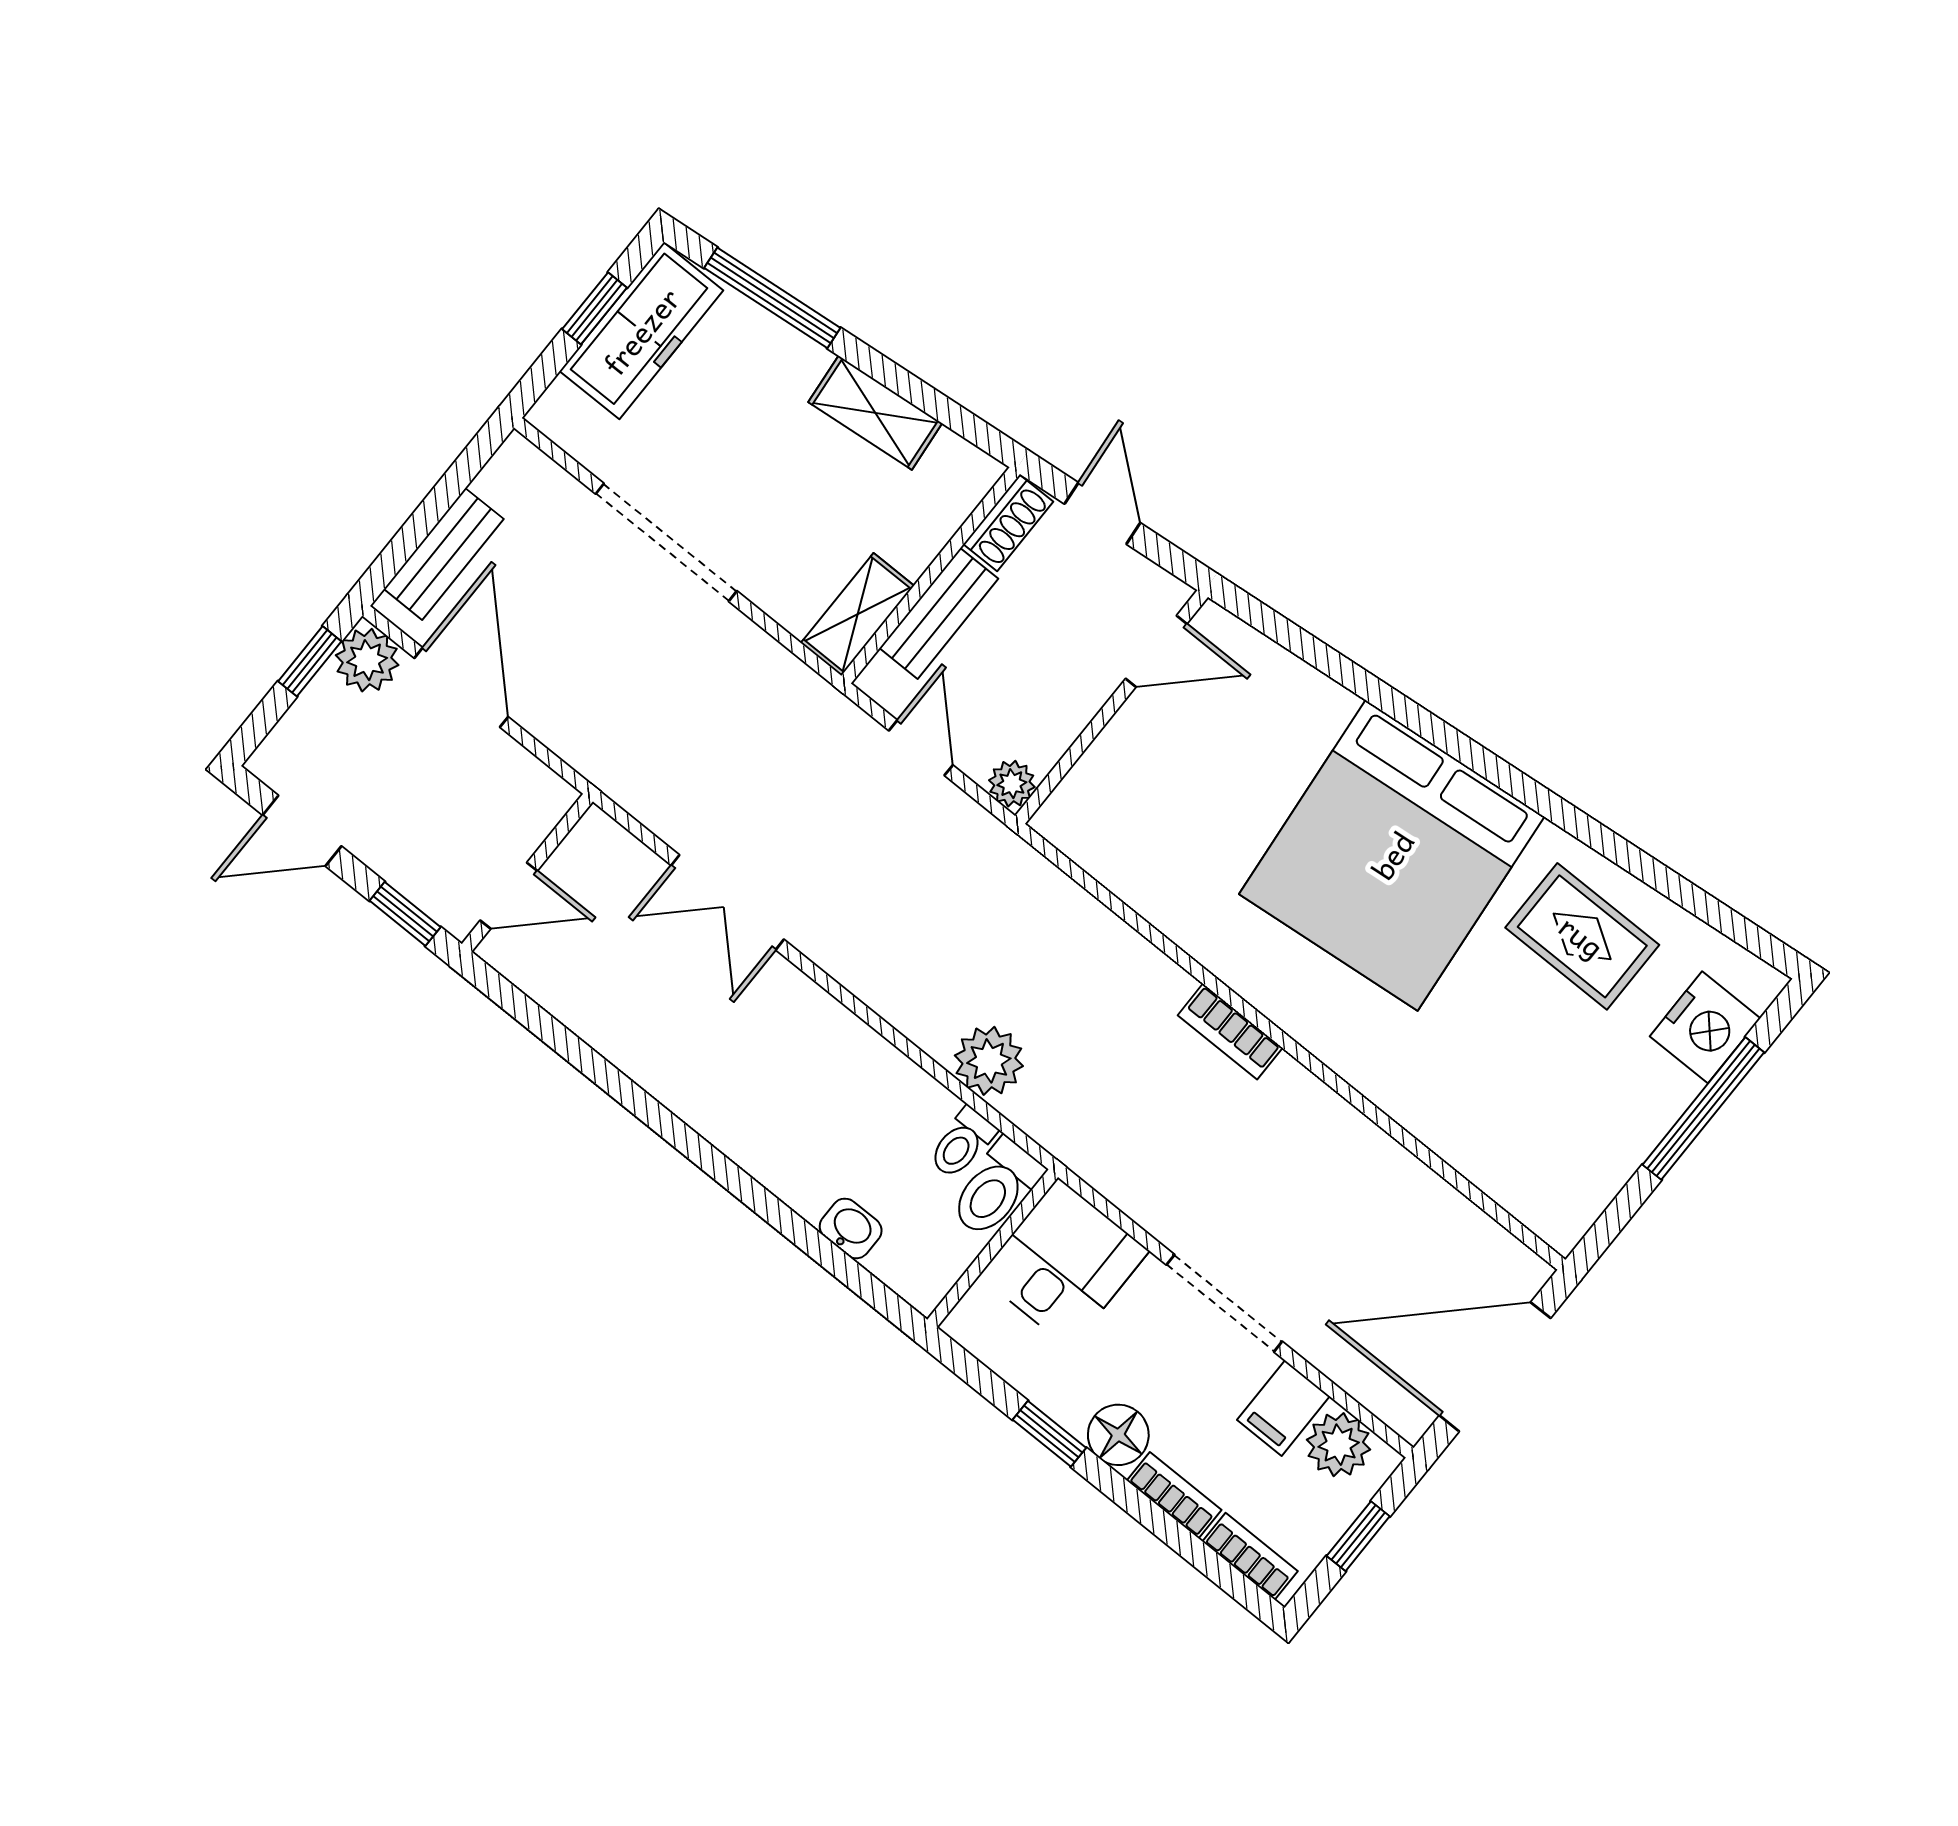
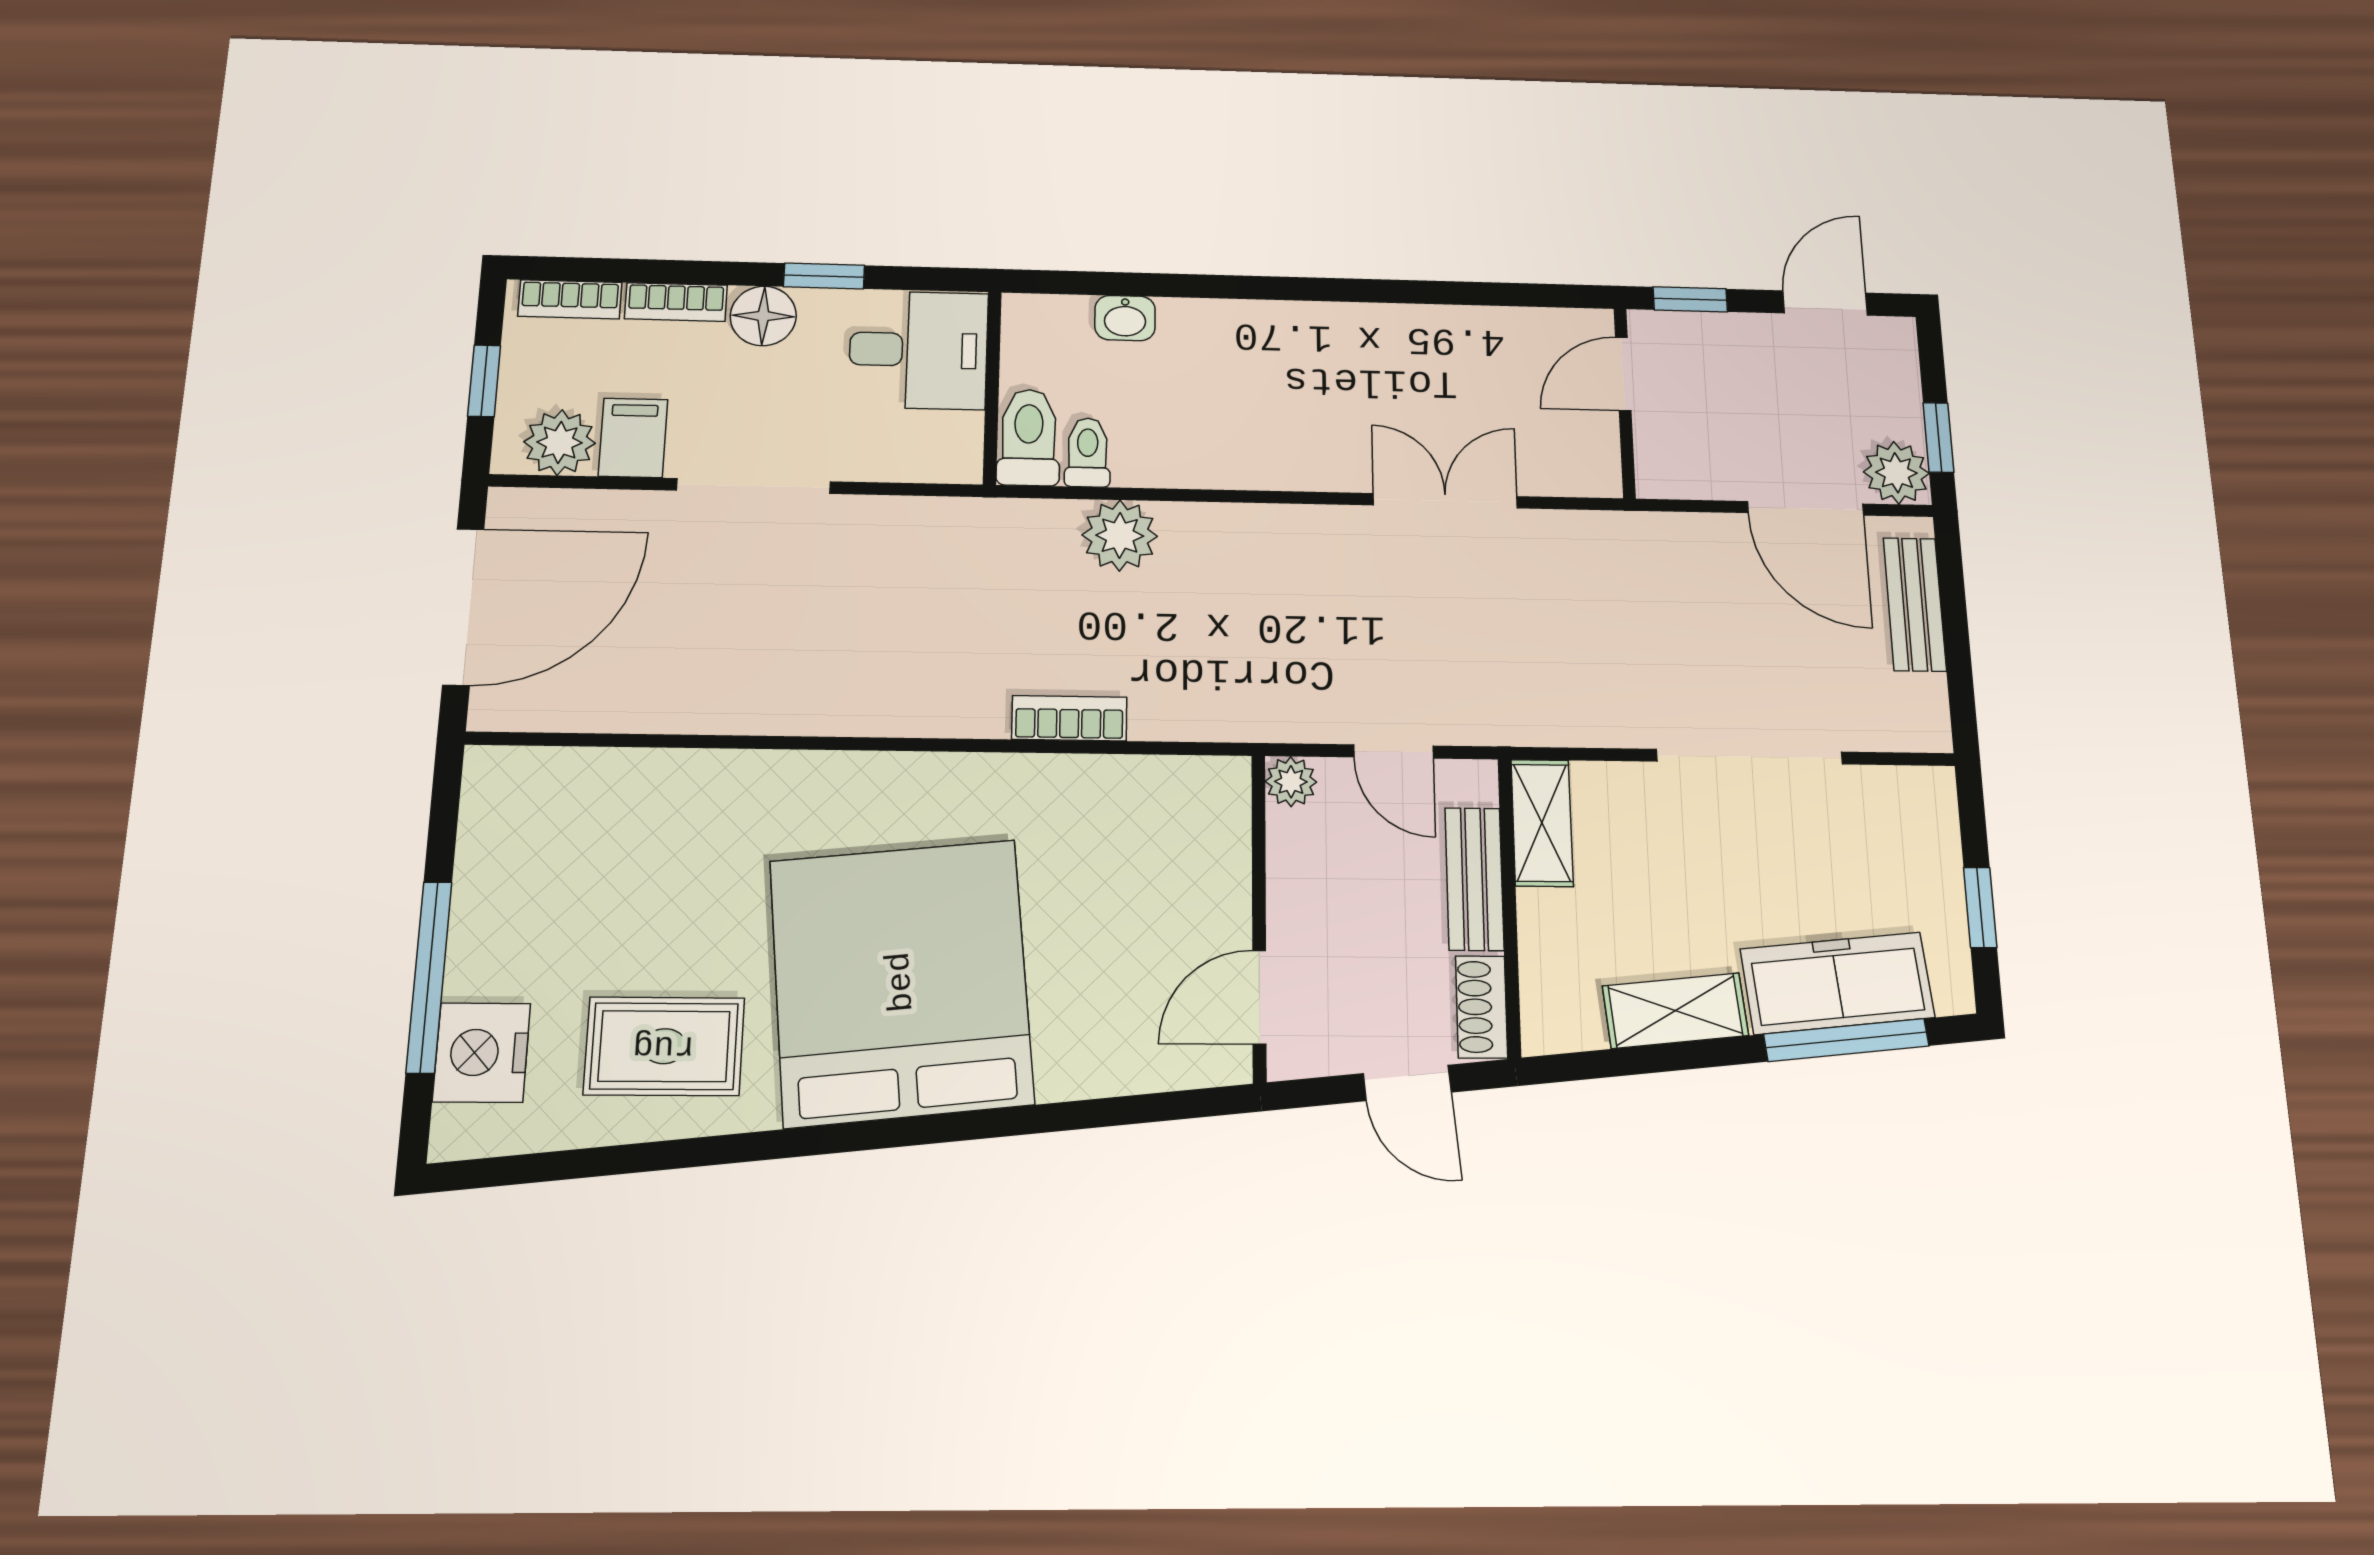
freezer: (641, 331) -> (1838, 983), moved, turned 84
bookcase: (1230, 1032) -> (1069, 718), moved
desk: (1064, 1263) -> (918, 350), moved, turned -90

